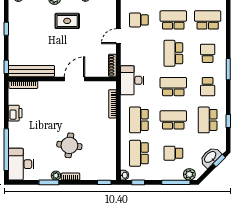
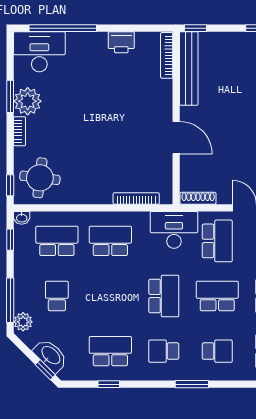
school desk: (173, 120) -> (217, 241), moved
round table: (69, 145) -> (40, 178), moved
plant: (56, 176) -> (28, 101), width x1.88, depth x1.88

